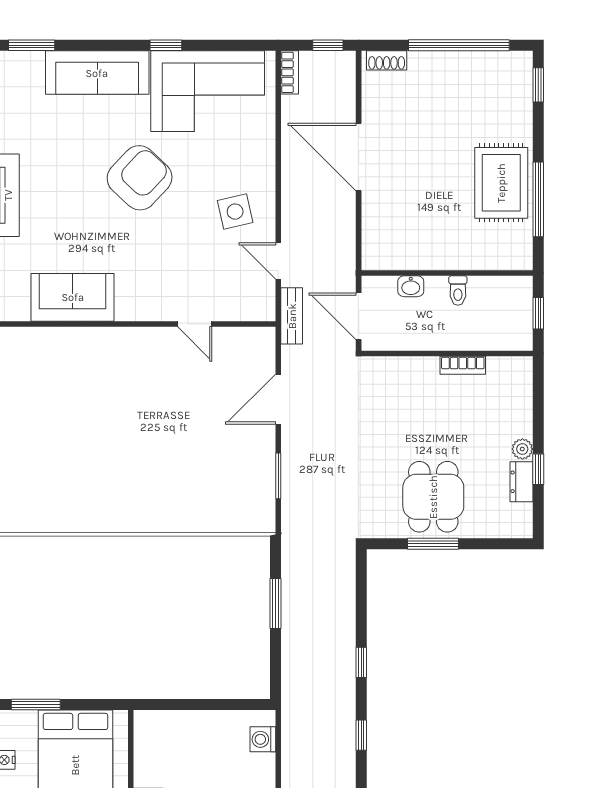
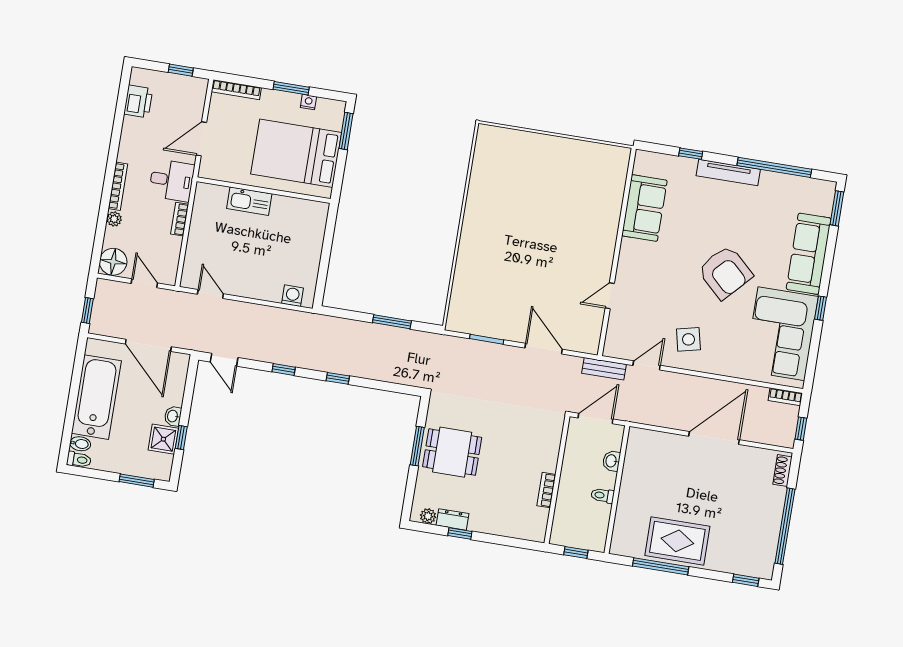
plant: (522, 449) -> (428, 516), moved

